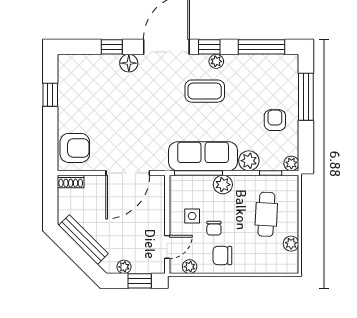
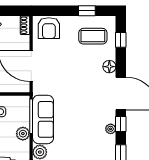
window: (112, 47) -> (121, 40), moved
coffee table: (205, 91) -> (93, 36), moved, turned 90

